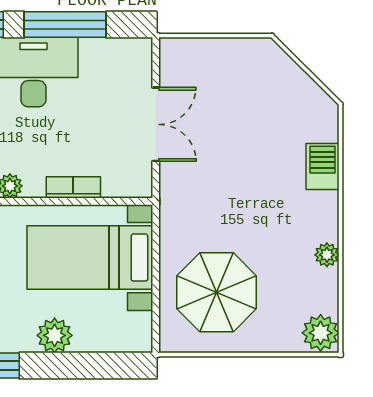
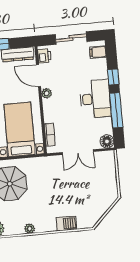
floor lamp: (137, 53) -> (107, 141), added
bookcase: (73, 187) -> (50, 135), moved

